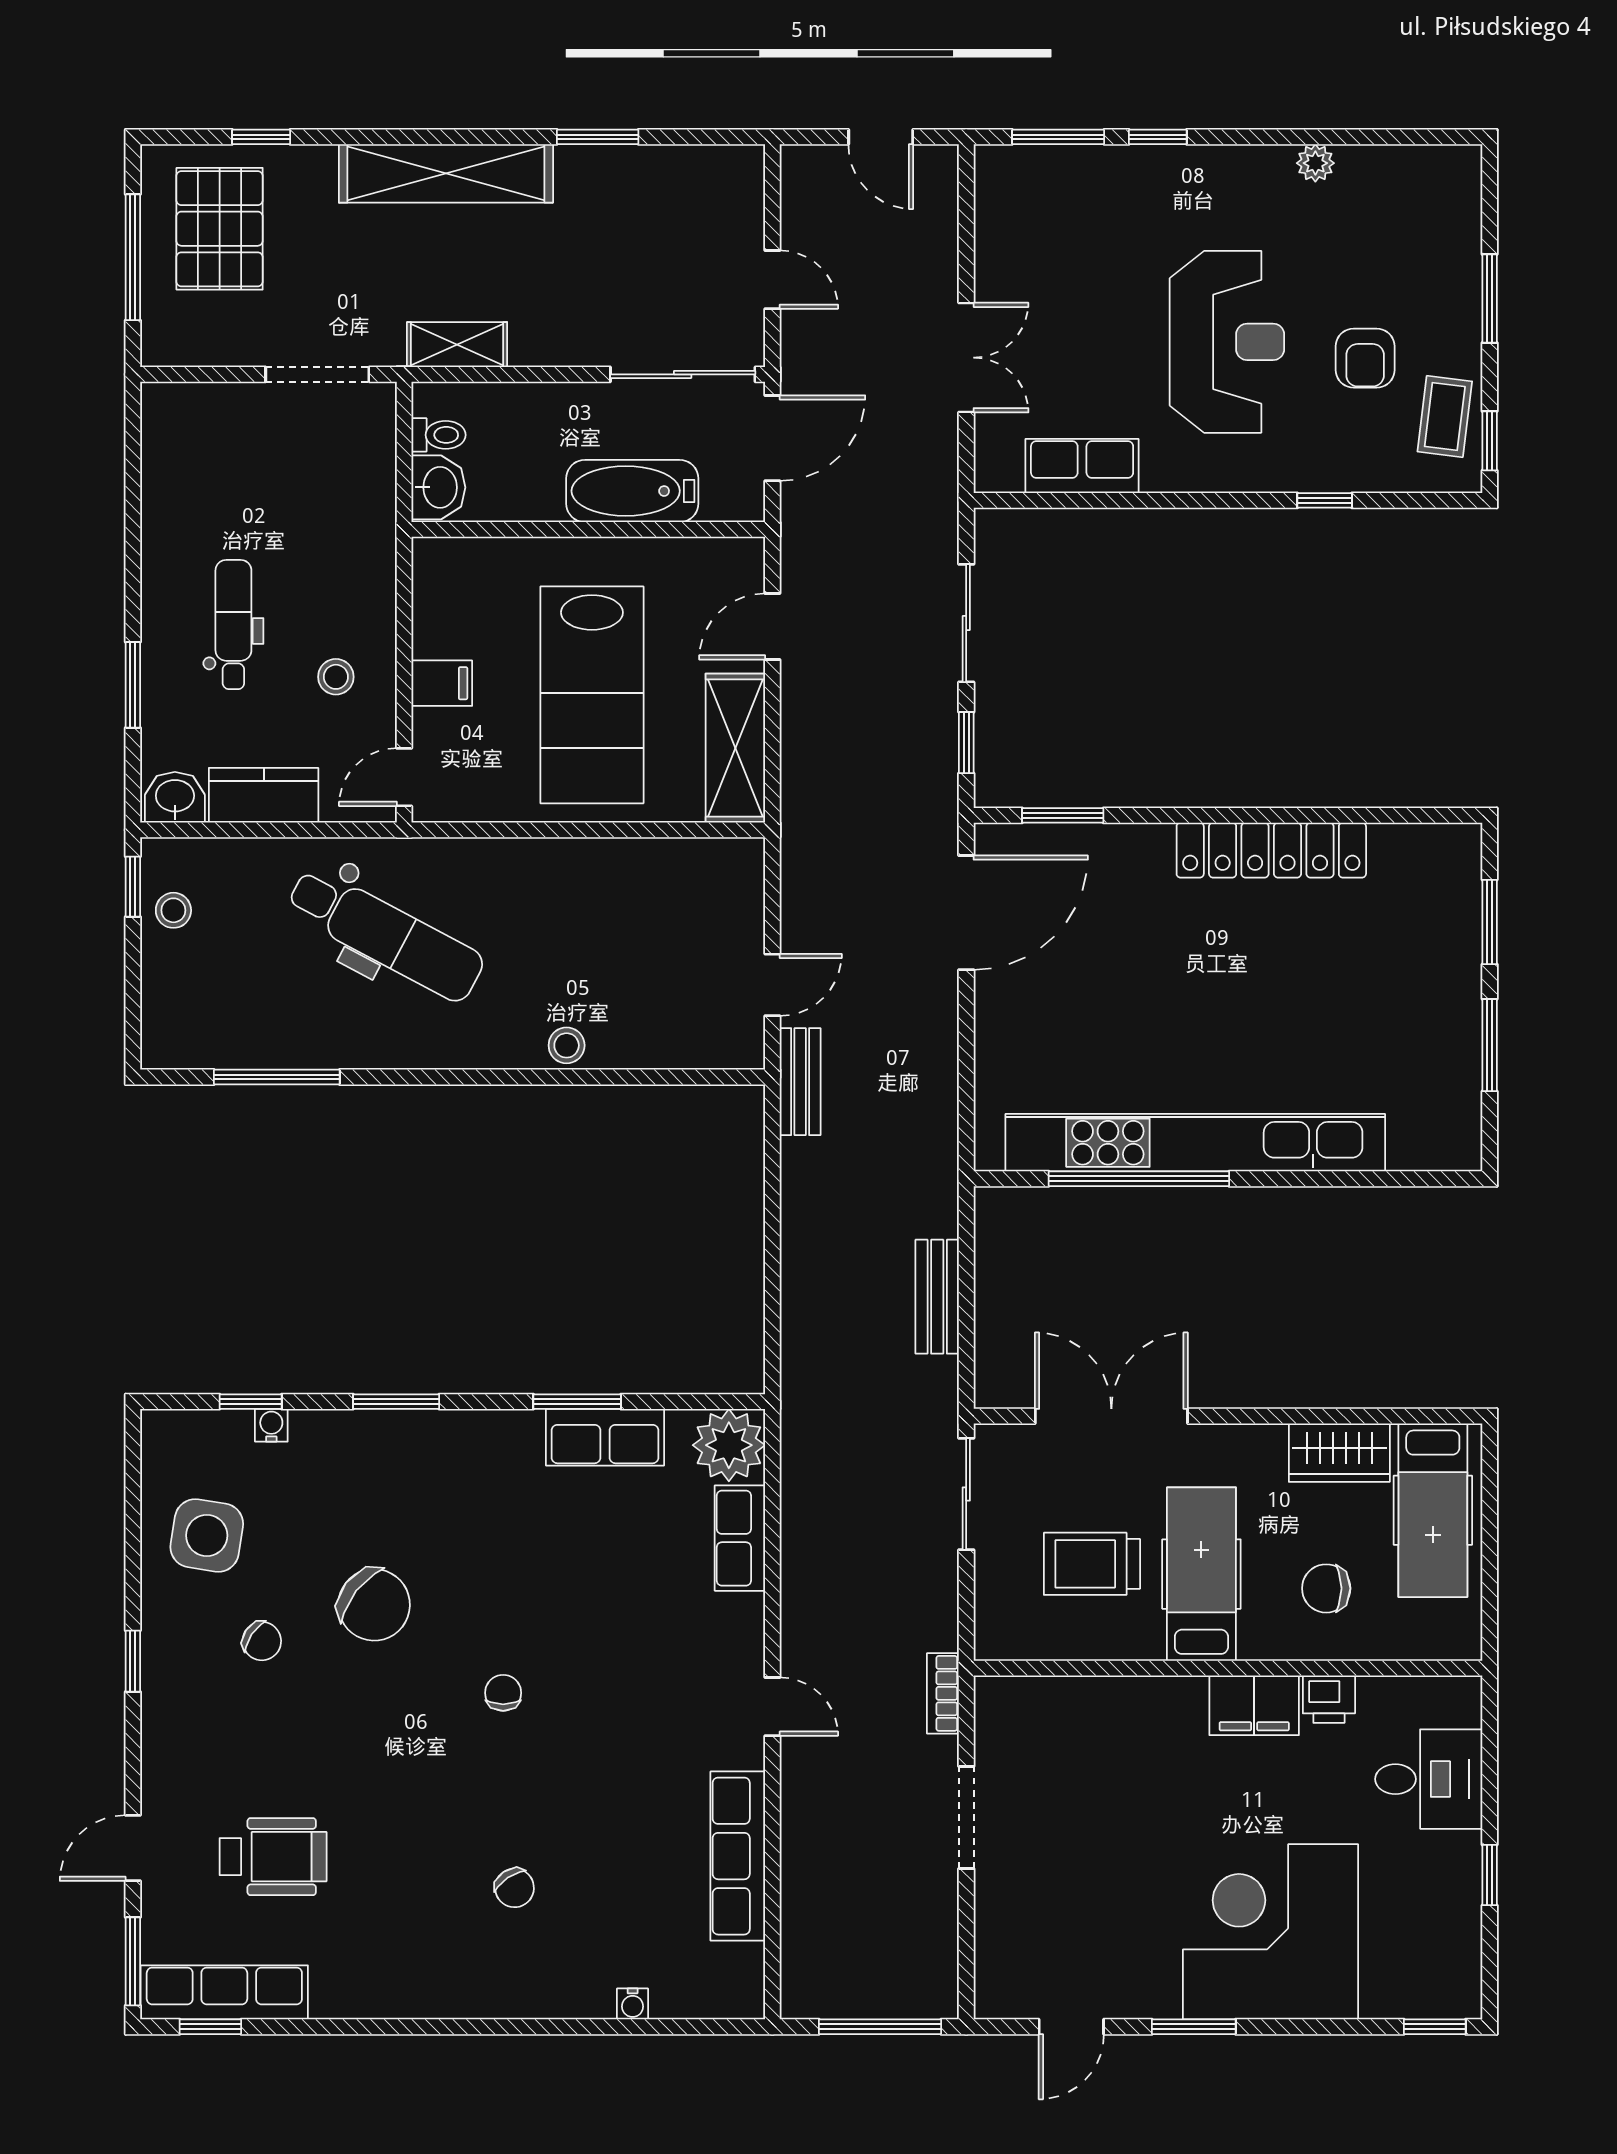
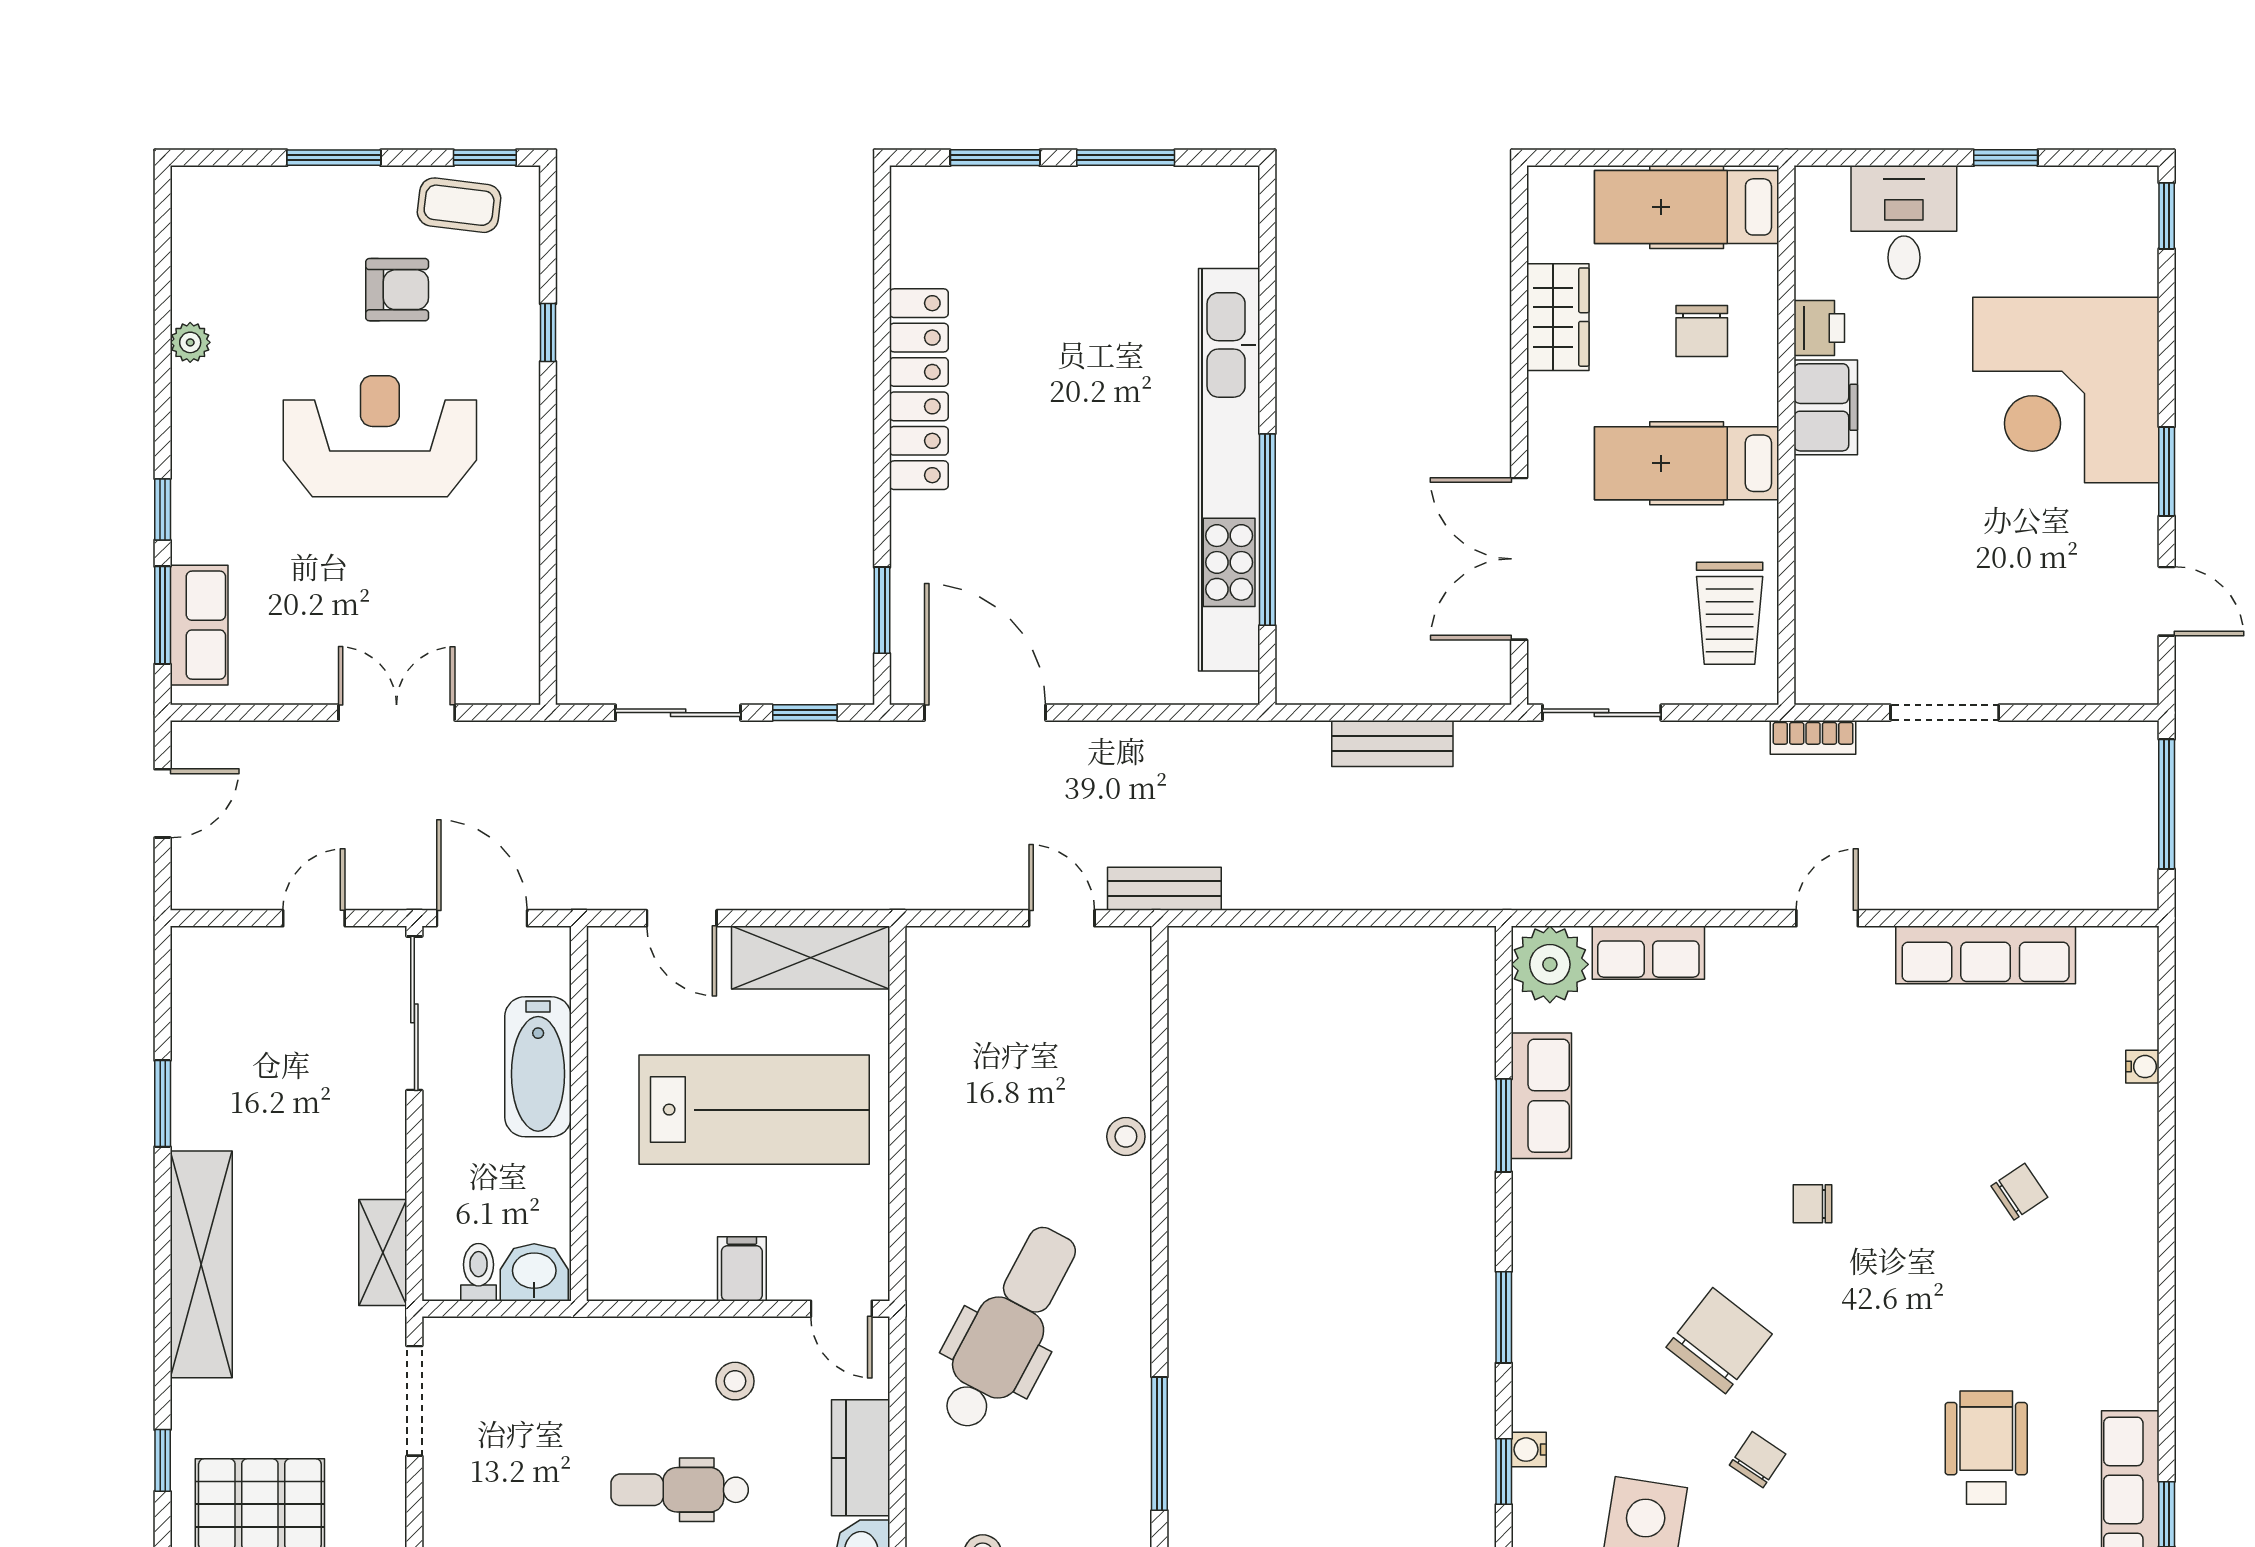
row of seats: (1082, 466) -> (199, 625), moved, turned 180
hospital bed: (1433, 1510) -> (1687, 207), moved, turned 180
trolley: (1092, 1564) -> (1730, 613), moved

